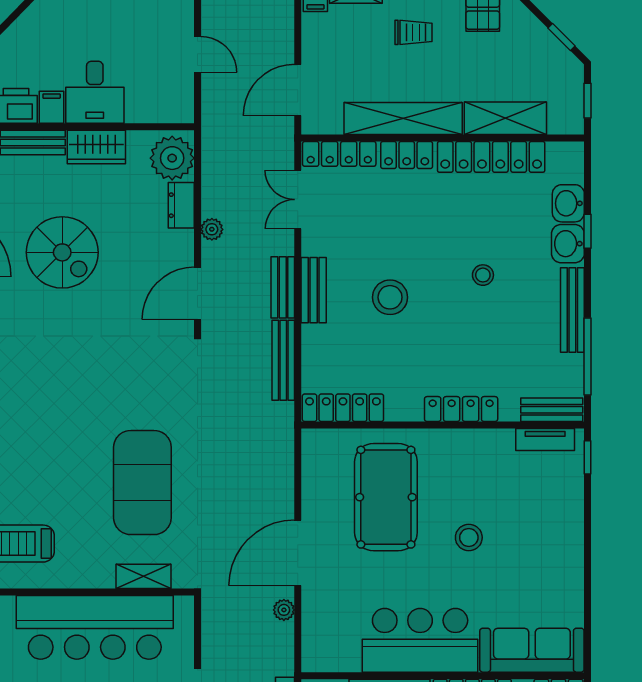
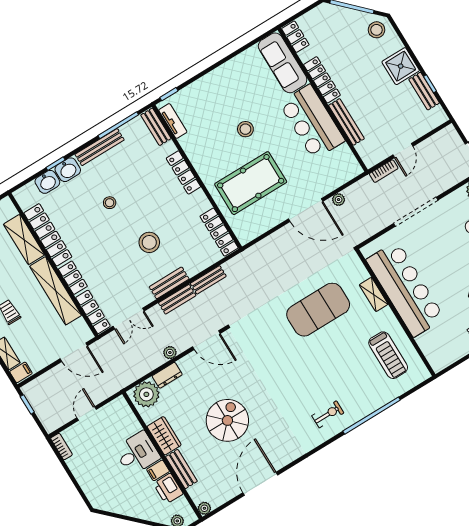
bench: (283, 360) -> (208, 280), width x0.73
shelving: (143, 576) -> (374, 294), moved

